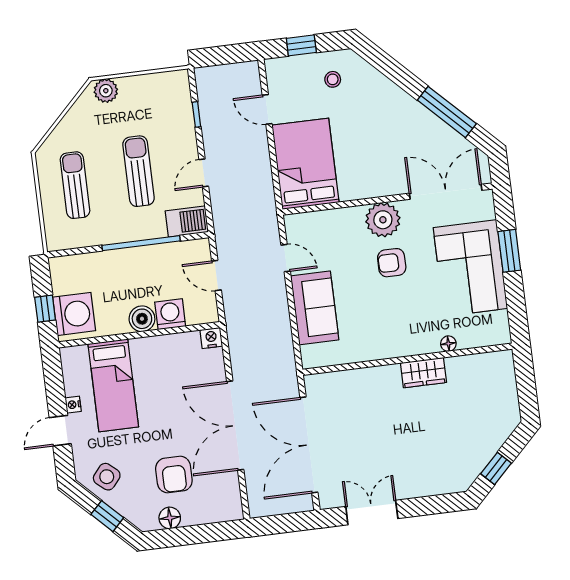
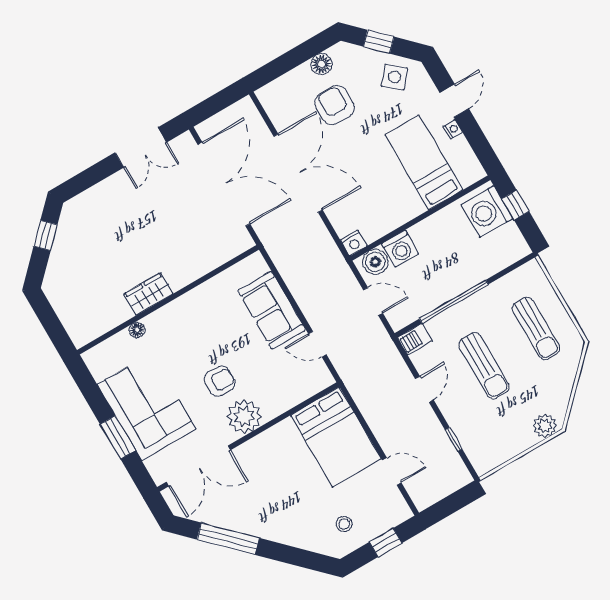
barbecue: (187, 221) -> (415, 339), width x0.73, depth x0.79
boiler: (142, 319) -> (375, 262), moved

